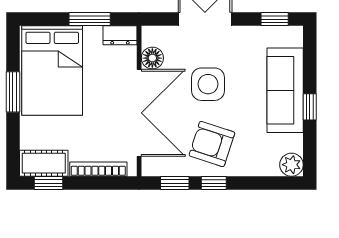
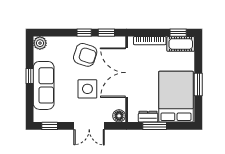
dresser: (120, 35) -> (148, 117), moved
floor lamp: (152, 58) -> (119, 116), moved

